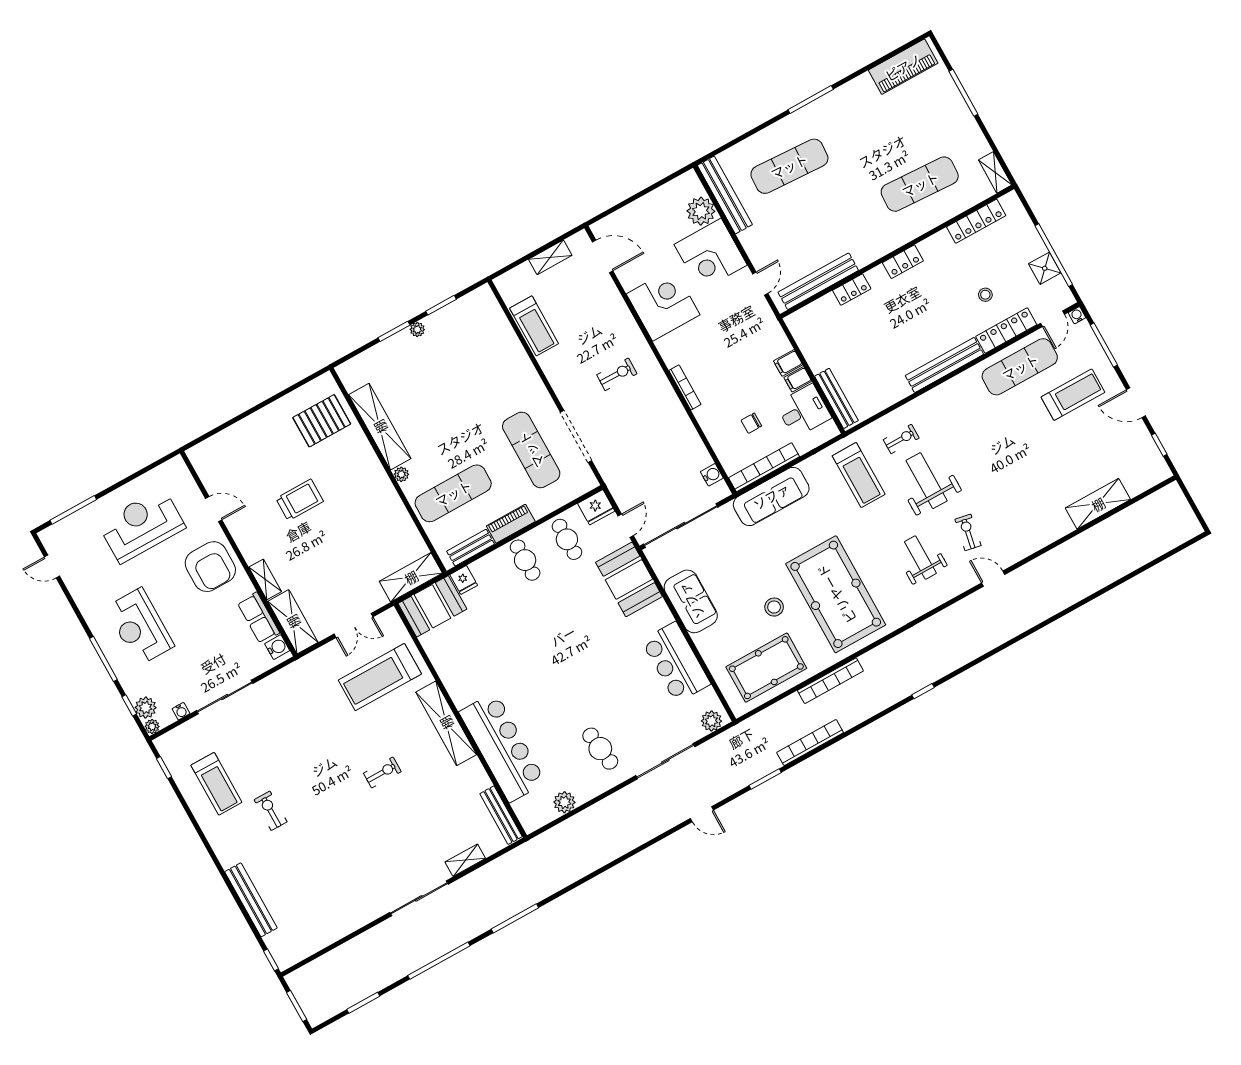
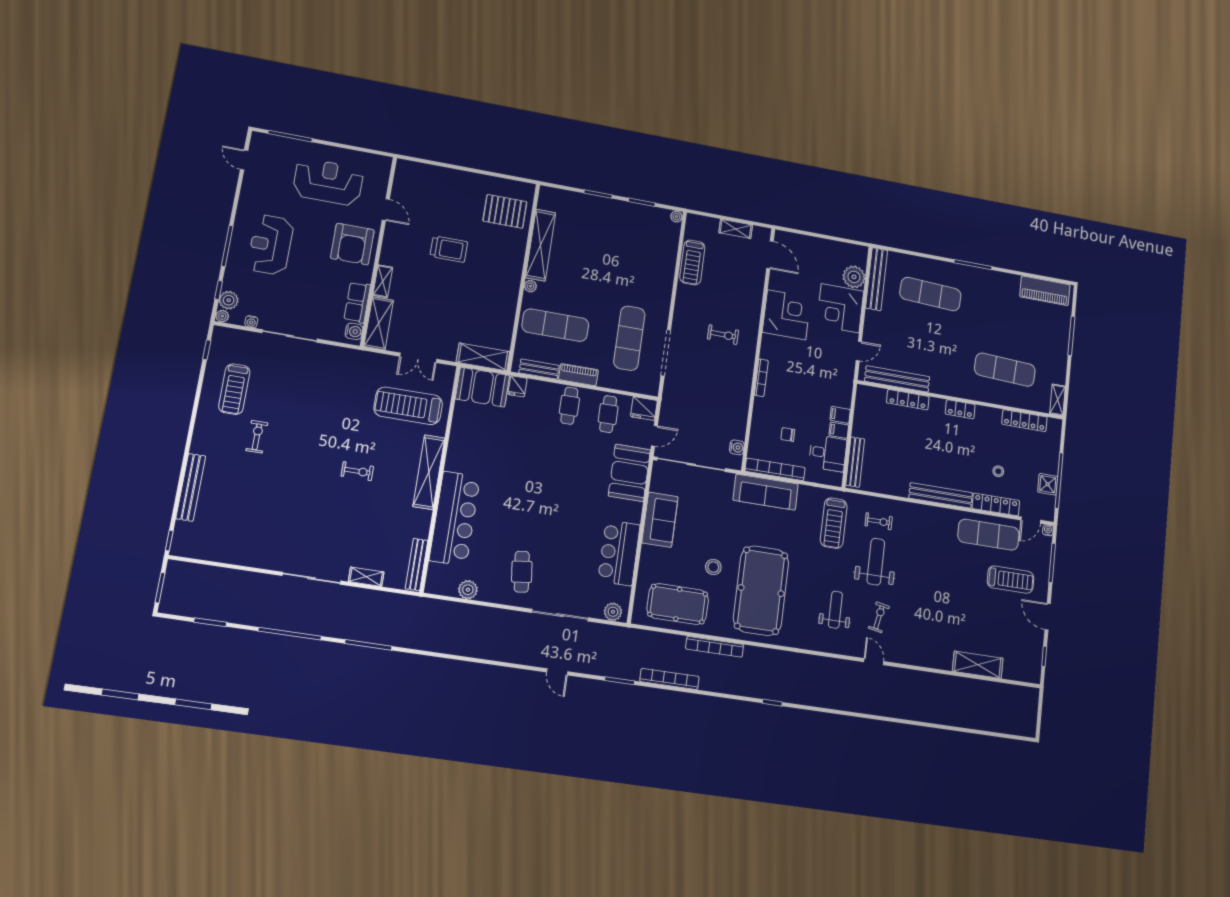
locker: (852, 290) -> (908, 400), width x1.53
plant: (417, 330) -> (676, 217), moved

